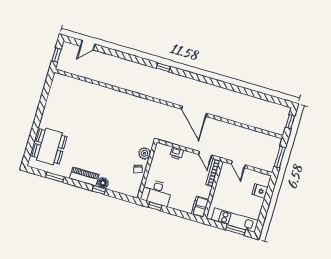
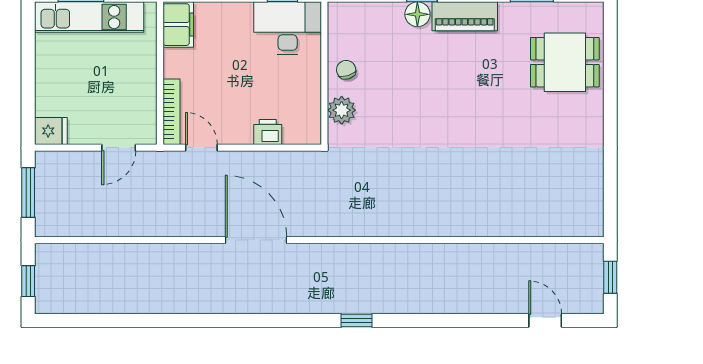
door: (88, 45) -> (545, 321), hinge flipped
dining table: (49, 146) -> (565, 62), width x0.73
door: (238, 164) -> (119, 148), swing flipped
fridge: (260, 191) -> (51, 131), moved

